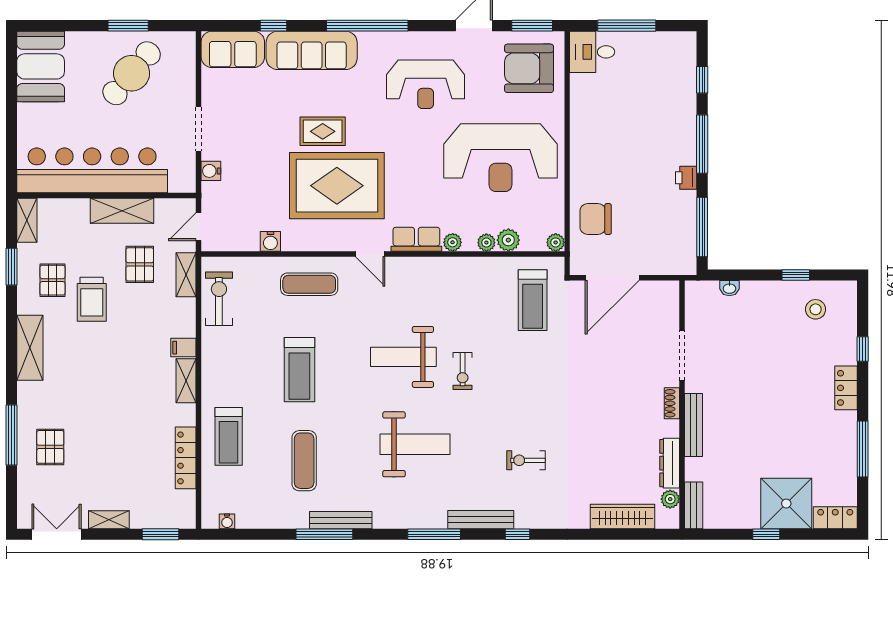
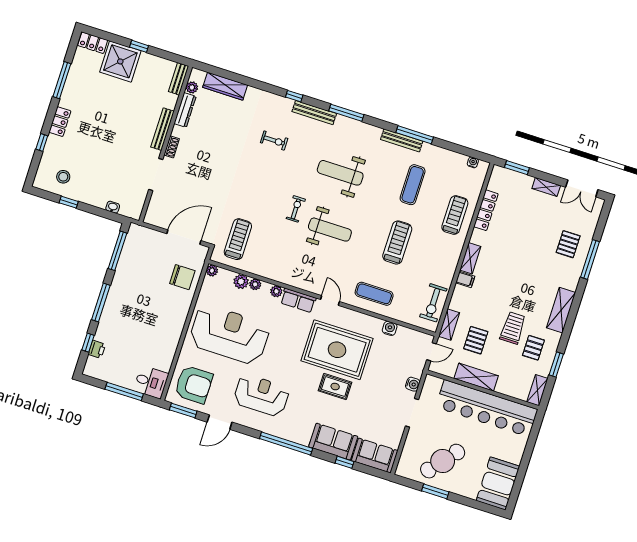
sofa: (312, 50) -> (333, 442), width x0.73
printer: (686, 178) -> (97, 349), moved

